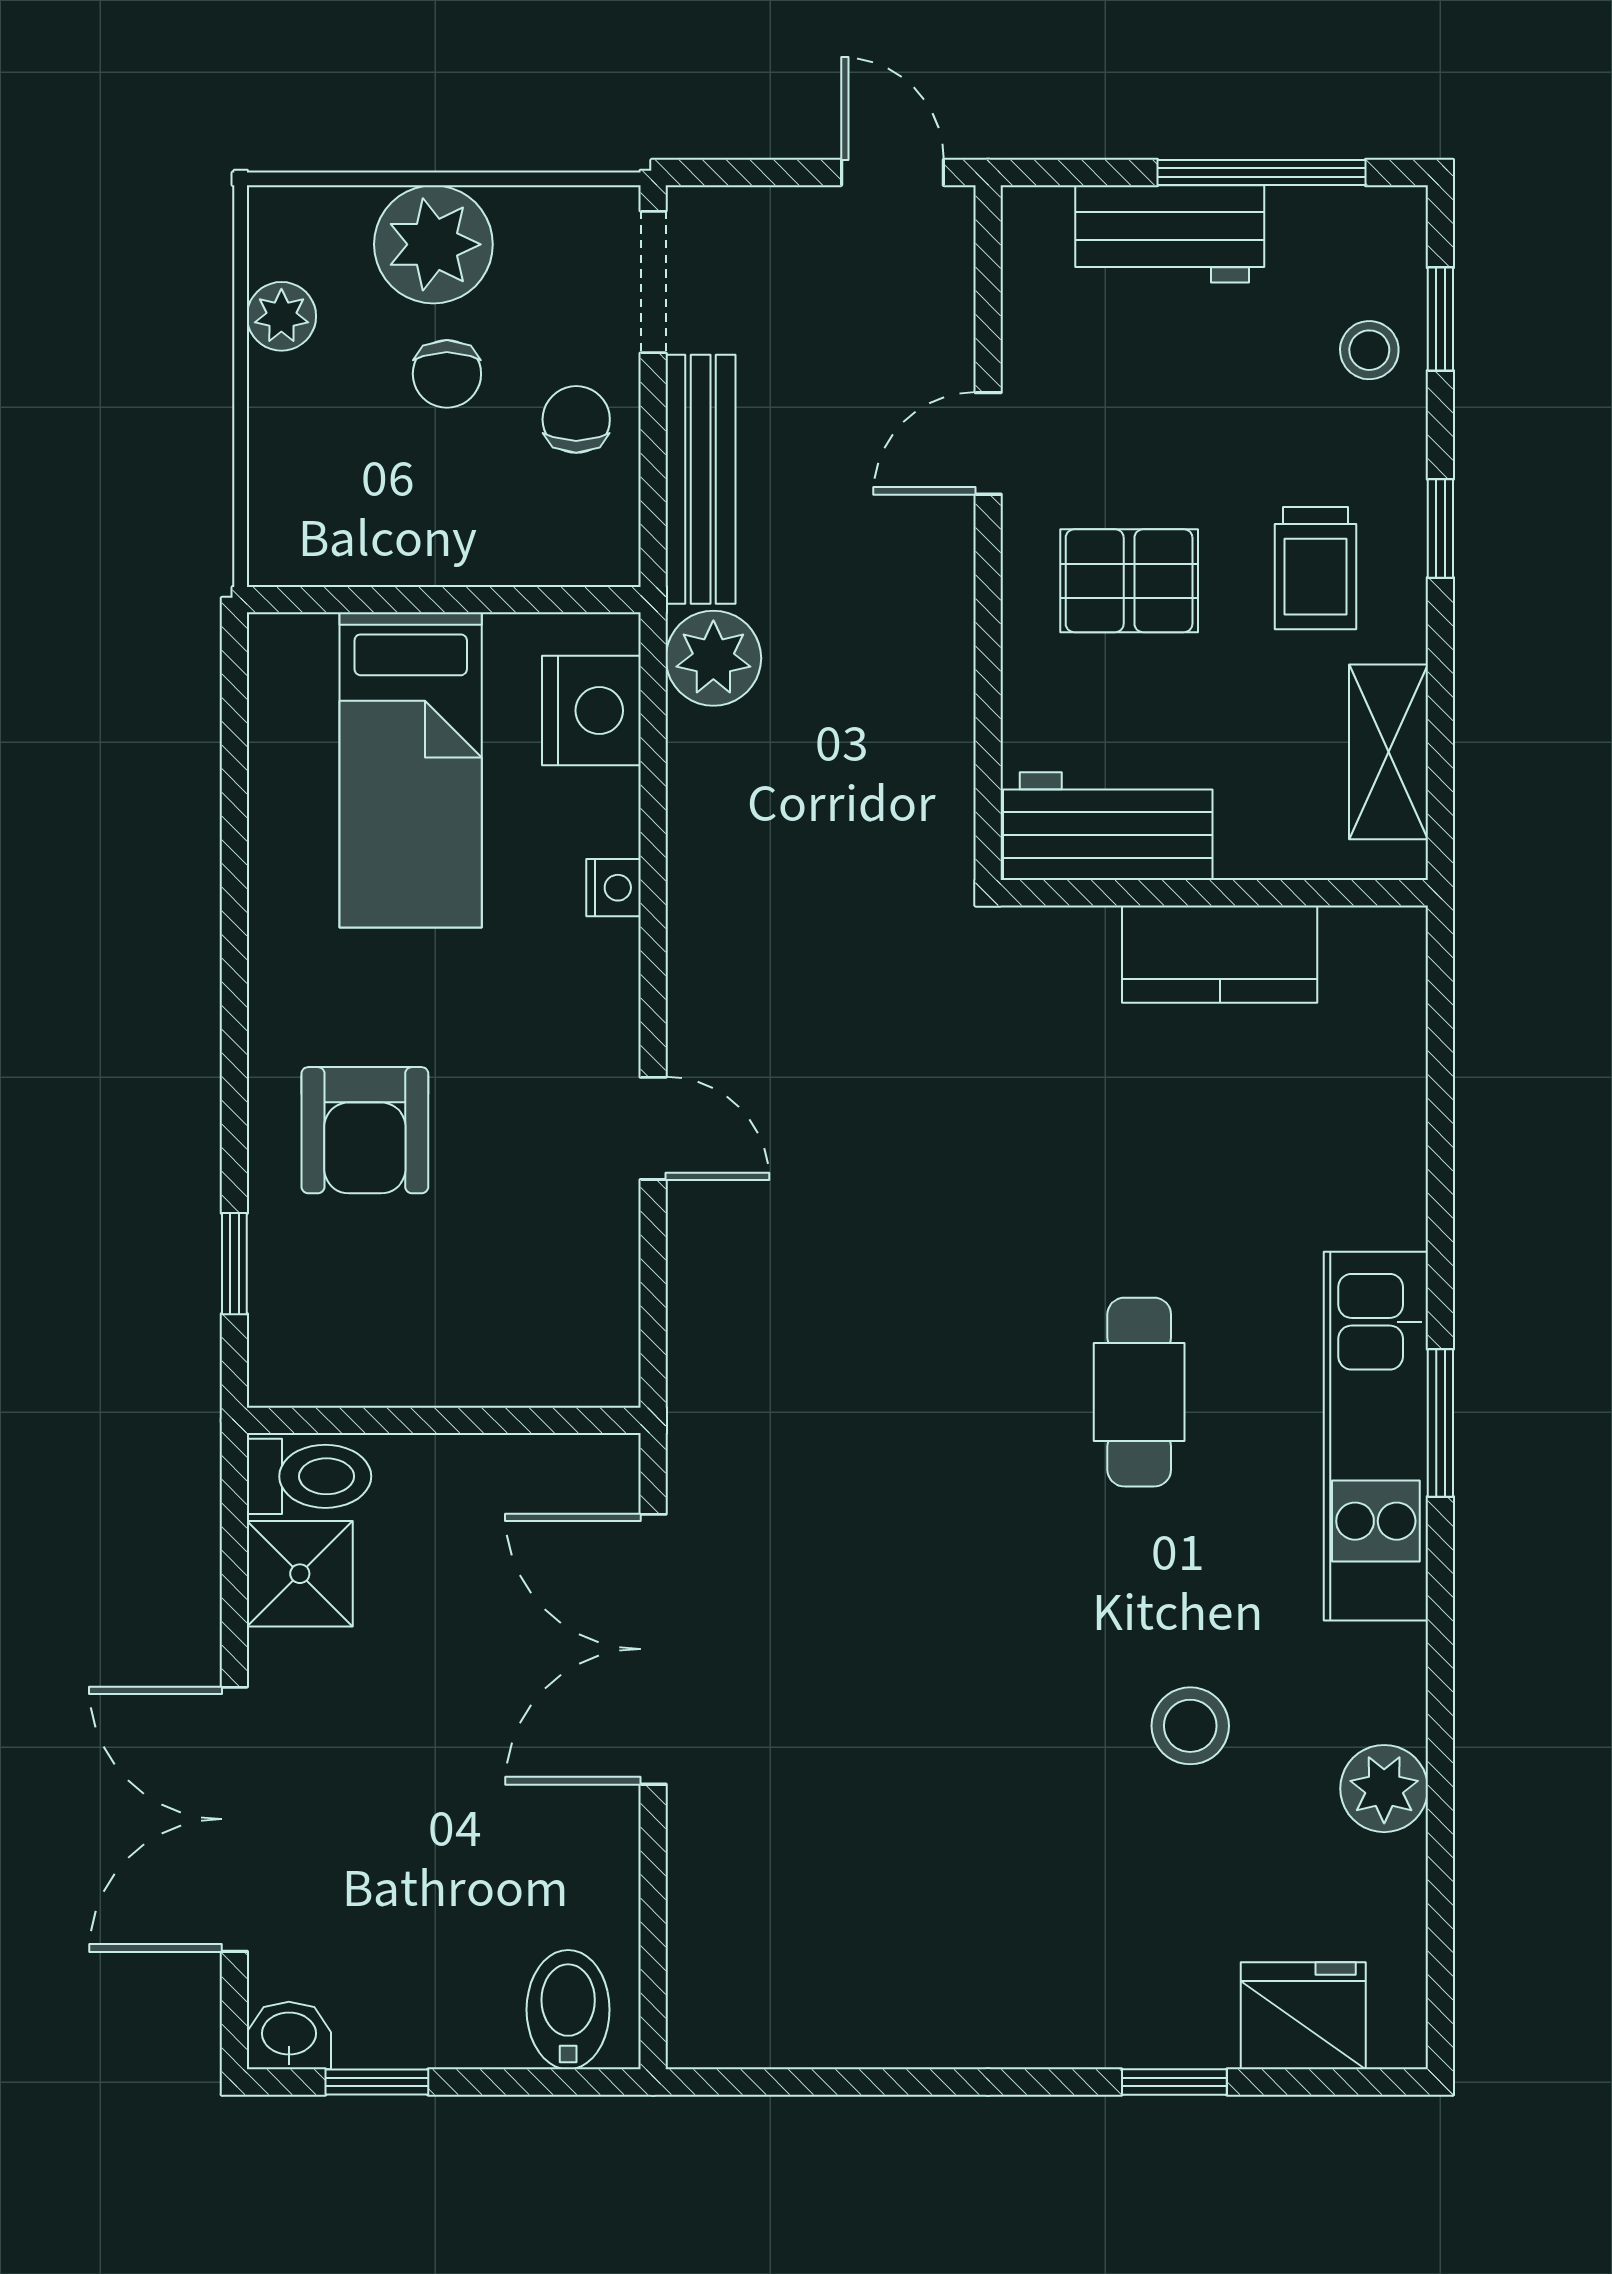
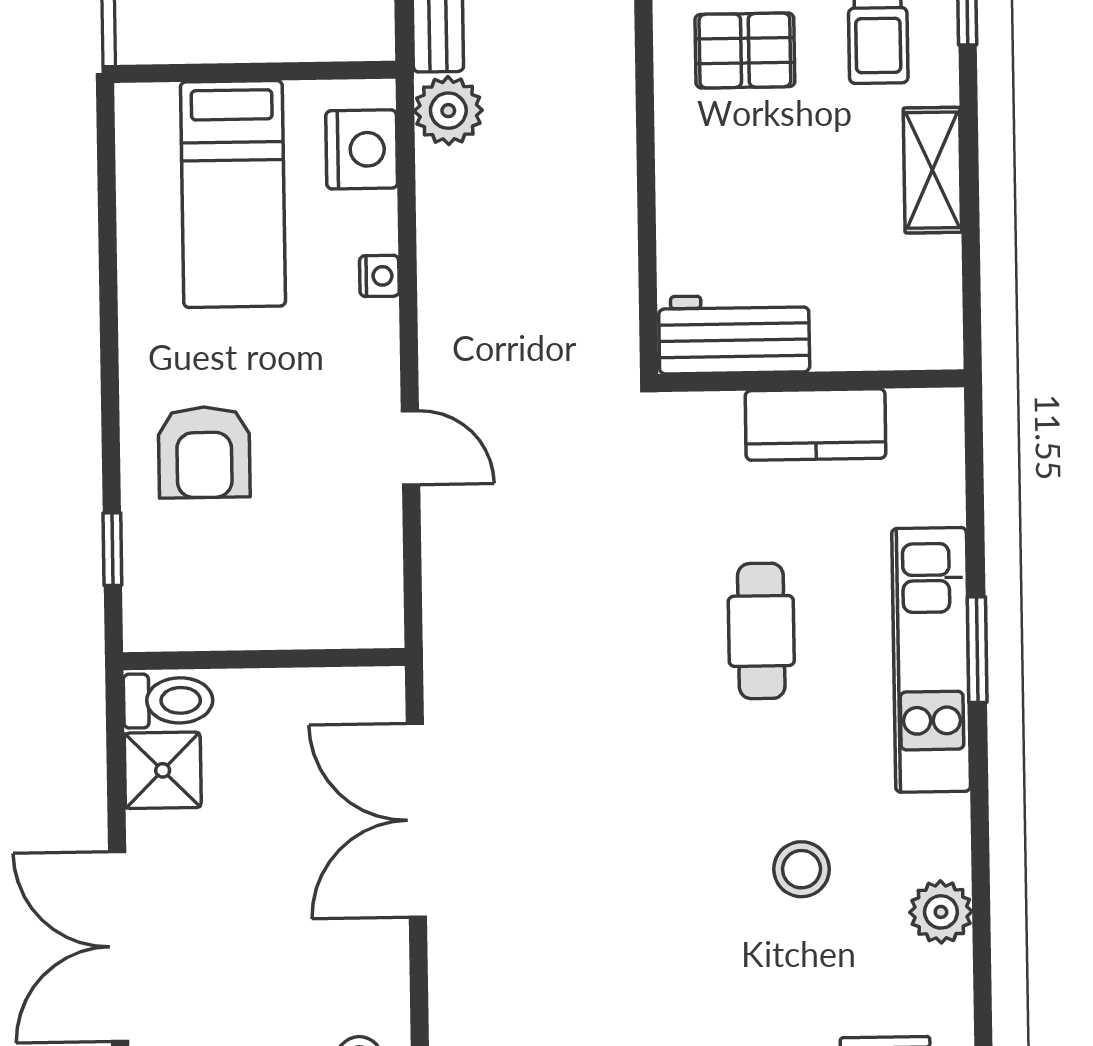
workbench: (1108, 826) -> (734, 334), moved
wall: (1214, 893) -> (811, 381), moved
kitchen counter: (1220, 954) -> (816, 425), moved

